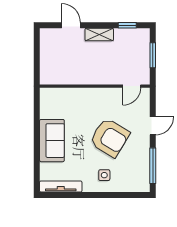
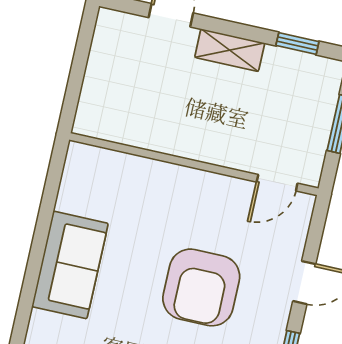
armchair: (110, 138) -> (201, 287), turned 59

